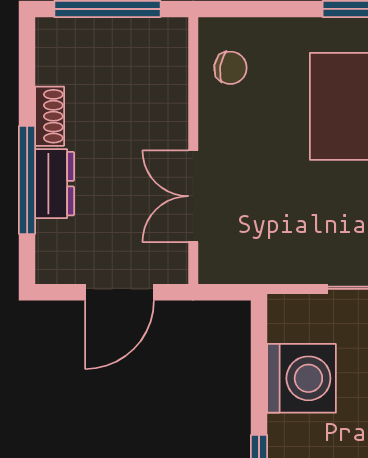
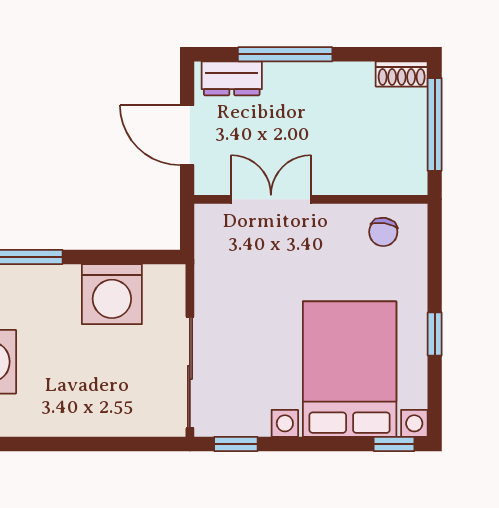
shoe rack: (50, 116) -> (402, 74), moved
dresser: (55, 184) -> (232, 78), moved

